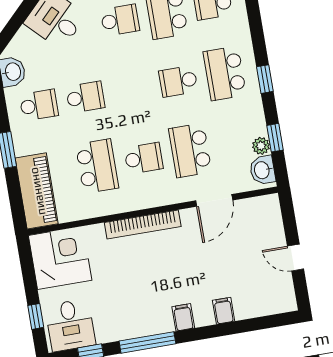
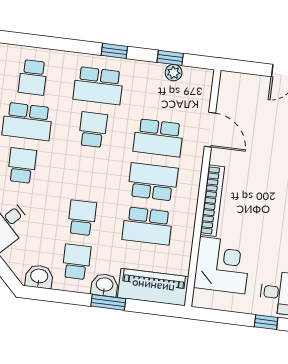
school desk: (178, 81) -> (93, 130), turned 180
school desk: (144, 158) -> (153, 182), width x1.85
school desk: (97, 166) -> (147, 226), turned 180
washbasin: (262, 170) -> (105, 285), moved, turned 180
corner desk: (60, 258) -> (222, 265), moved, turned 90

